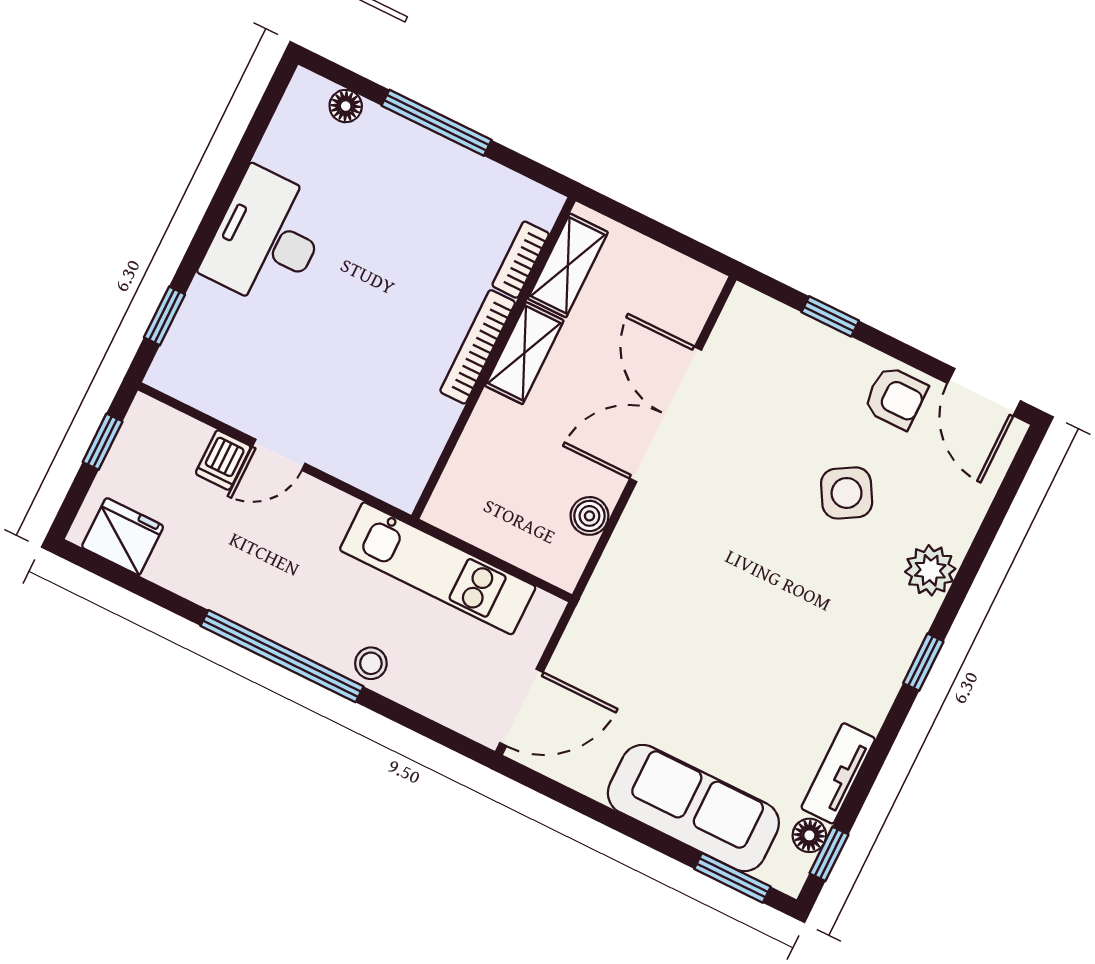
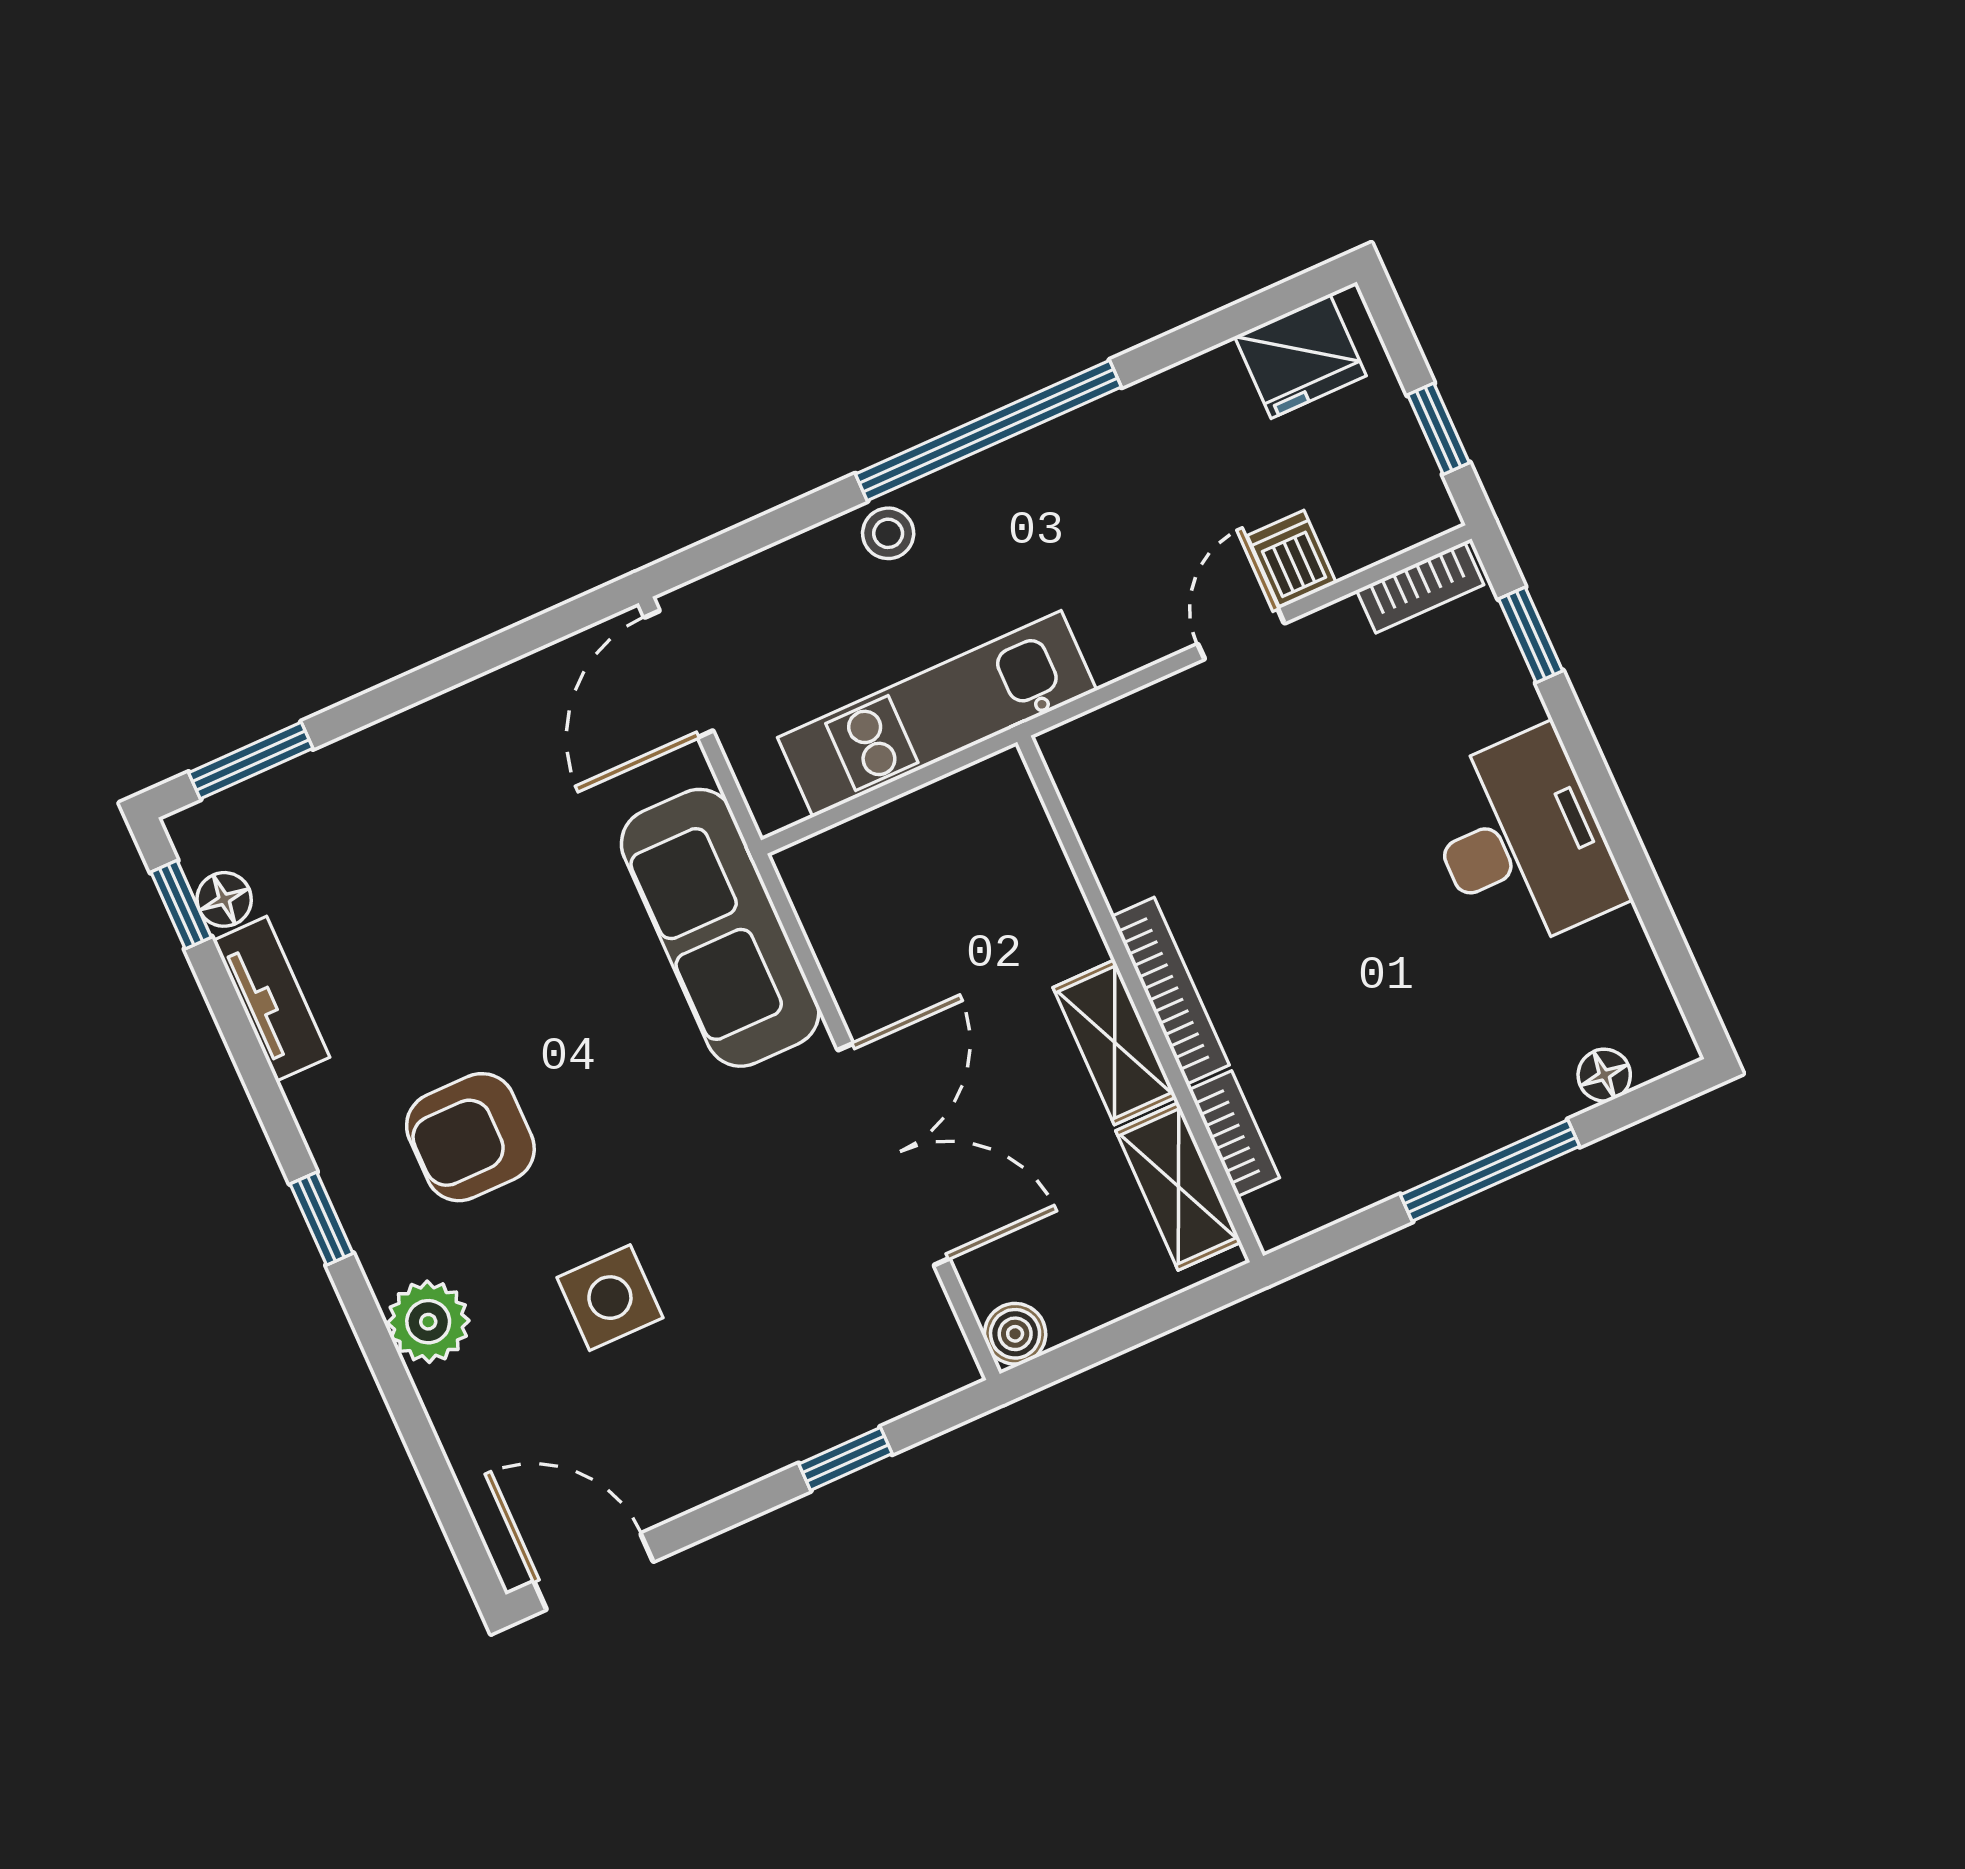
bookcase: (186, 388) -> (1420, 587), added
armchair: (895, 398) -> (470, 1137), moved, width x1.38, depth x1.38
side table: (847, 493) -> (610, 1298), turned 30
boiler: (589, 516) -> (1015, 1334), moved
sofa: (693, 808) -> (720, 928), moved, turned 90

